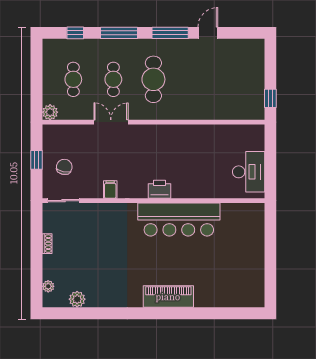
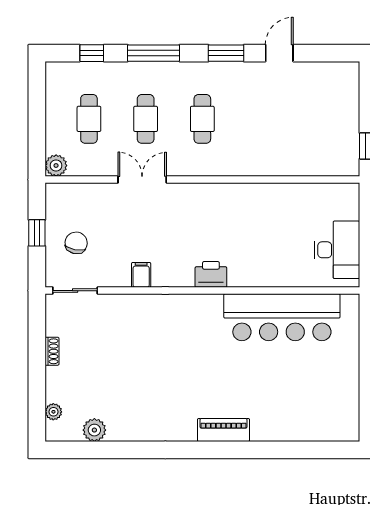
window: (170, 33) -> (226, 53), width x0.69
cafe table: (153, 79) -> (202, 119), width x0.73, depth x0.74
bar counter: (179, 219) -> (282, 317), moved
piano: (168, 297) -> (223, 430), width x0.73, depth x0.75

